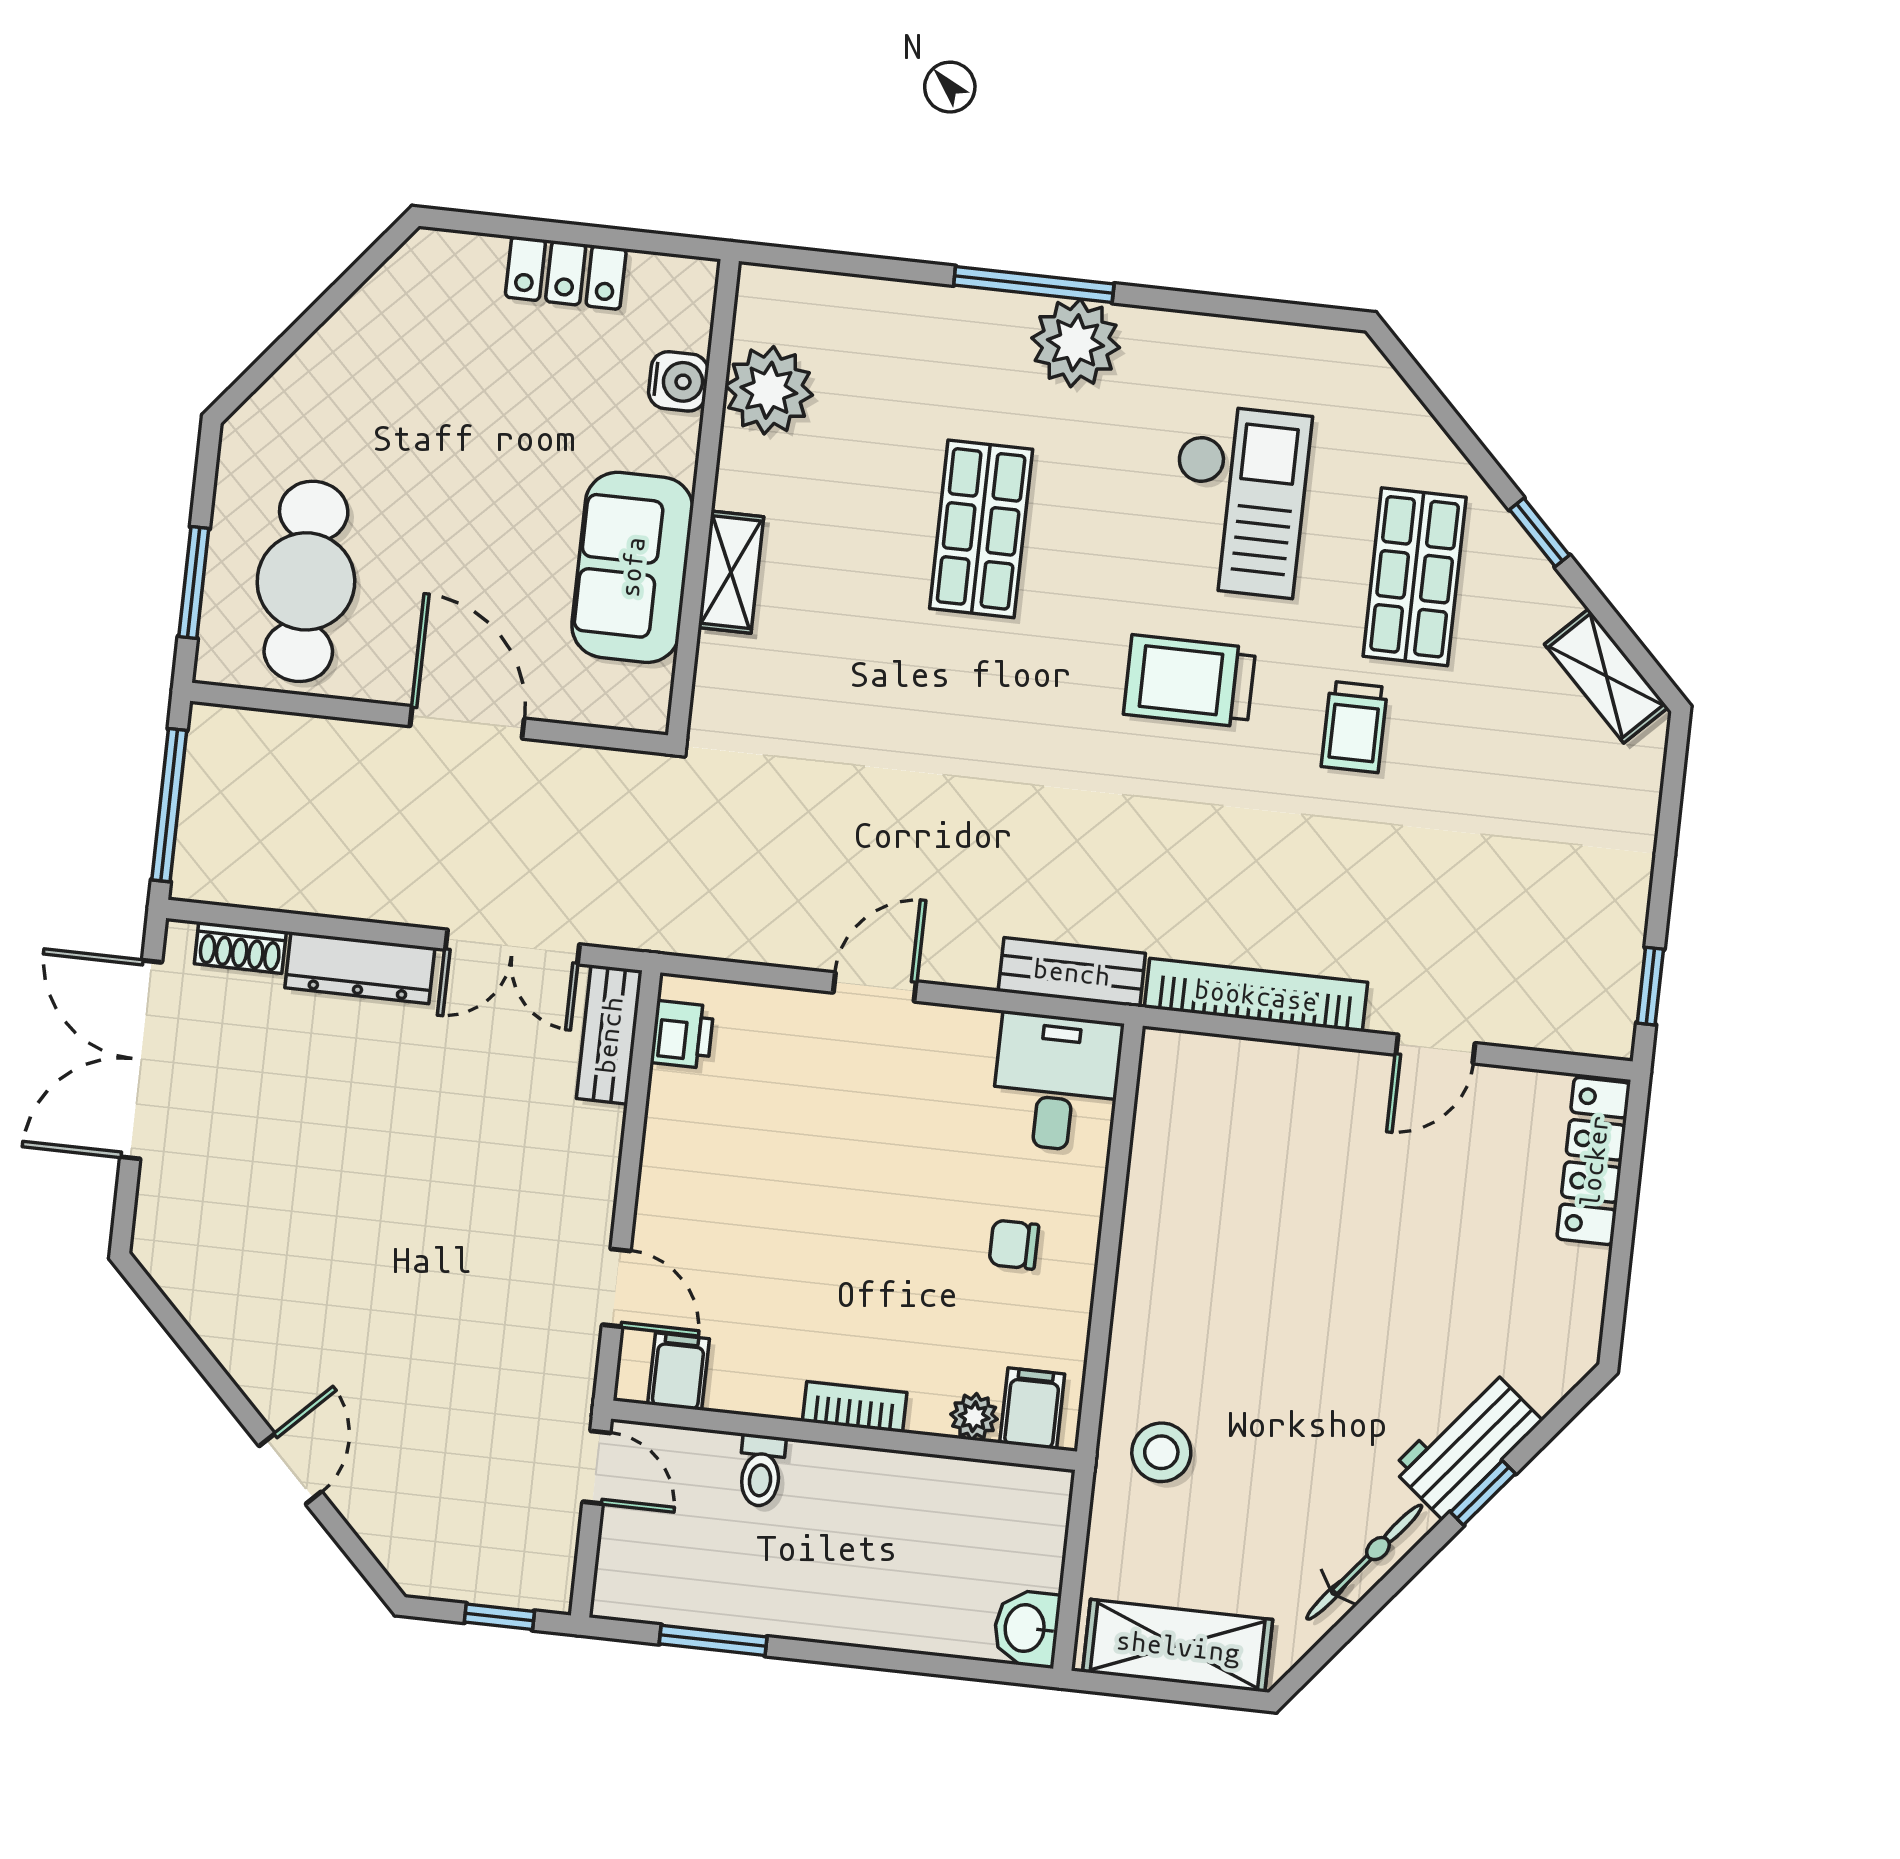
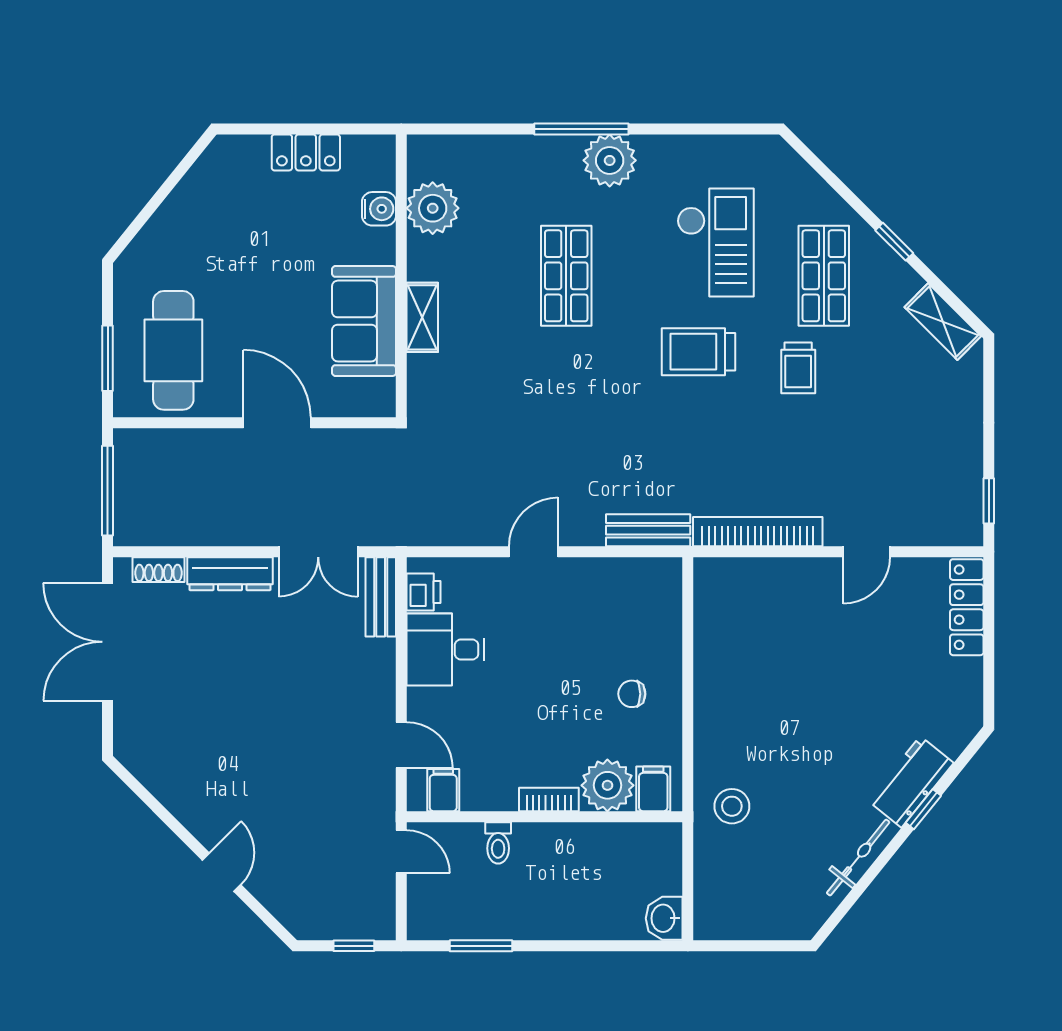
desk: (1057, 1082) -> (446, 649), moved, turned -90
plant: (974, 1417) -> (607, 785), width x1.88, depth x1.88
shelving: (1178, 1646) -> (754, 919), removed

